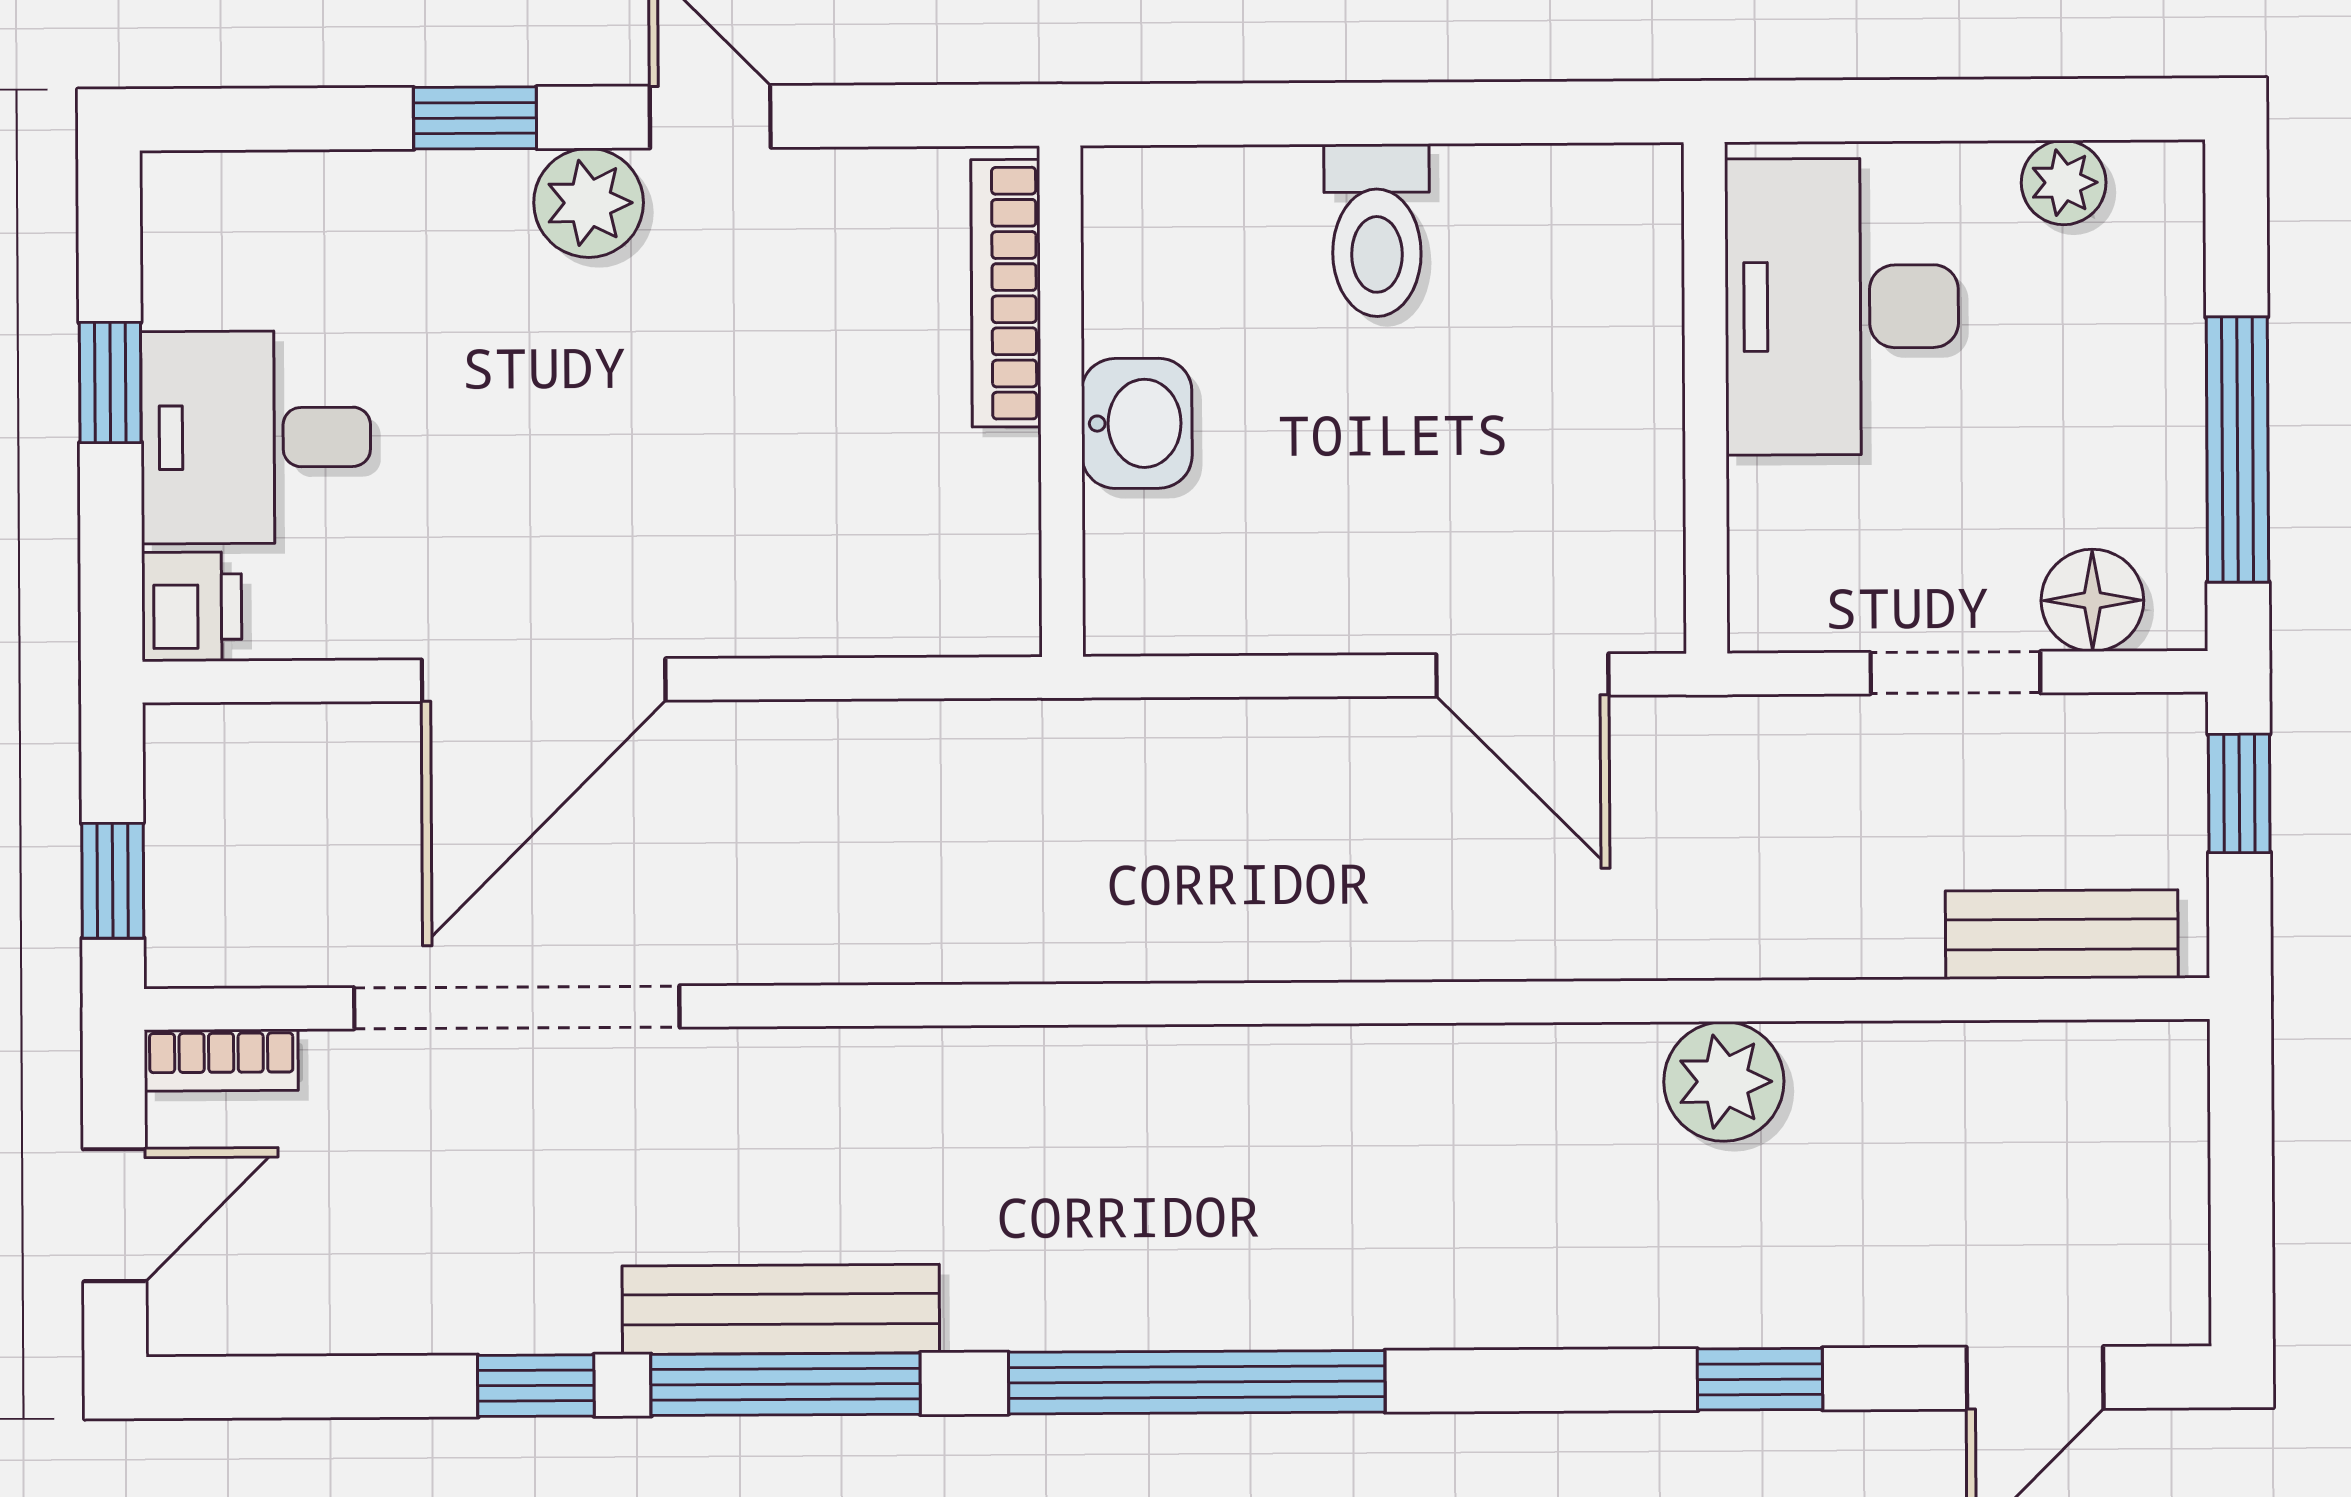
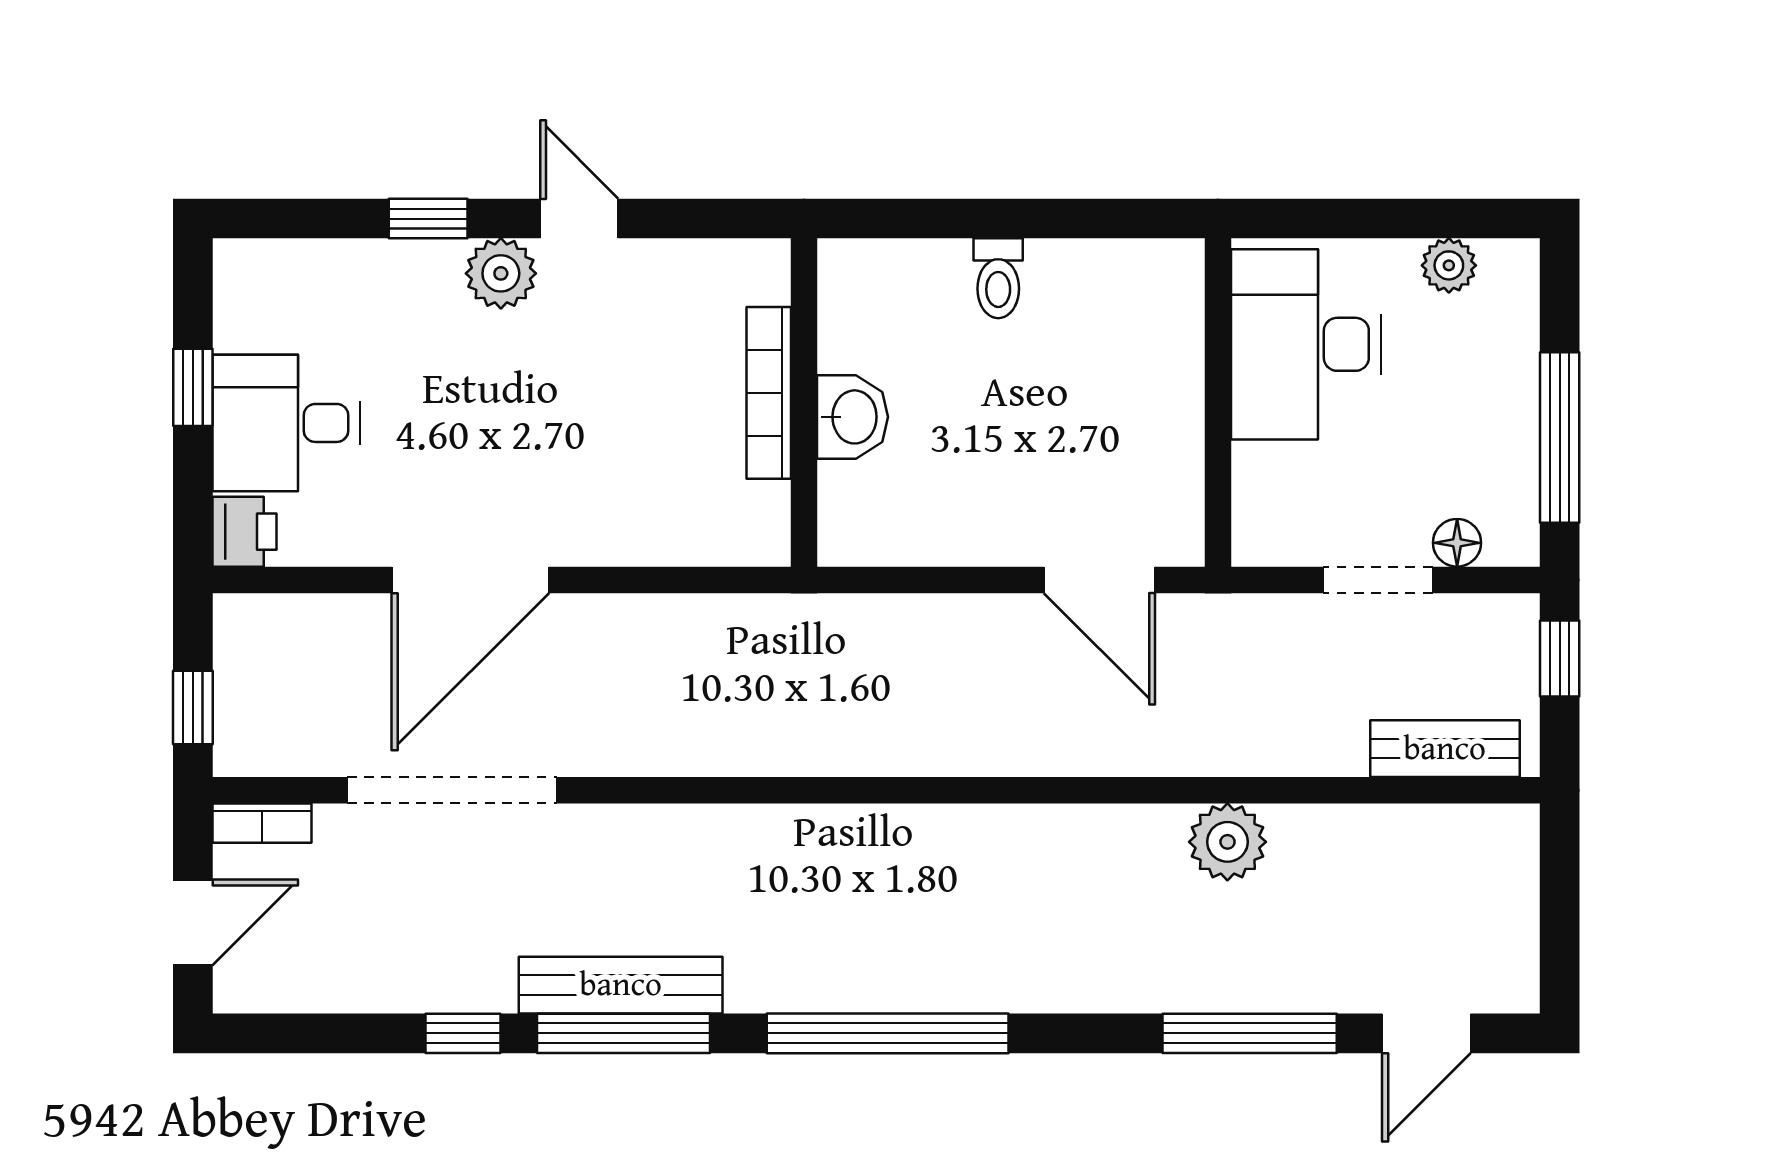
toilet: (1377, 230) -> (998, 278), width x0.73, depth x0.72
bookcase: (1006, 293) -> (769, 393), moved
floor lamp: (2092, 600) -> (1457, 543), width x0.73, depth x0.73
window: (1760, 1379) -> (1250, 1033), width x2.17

